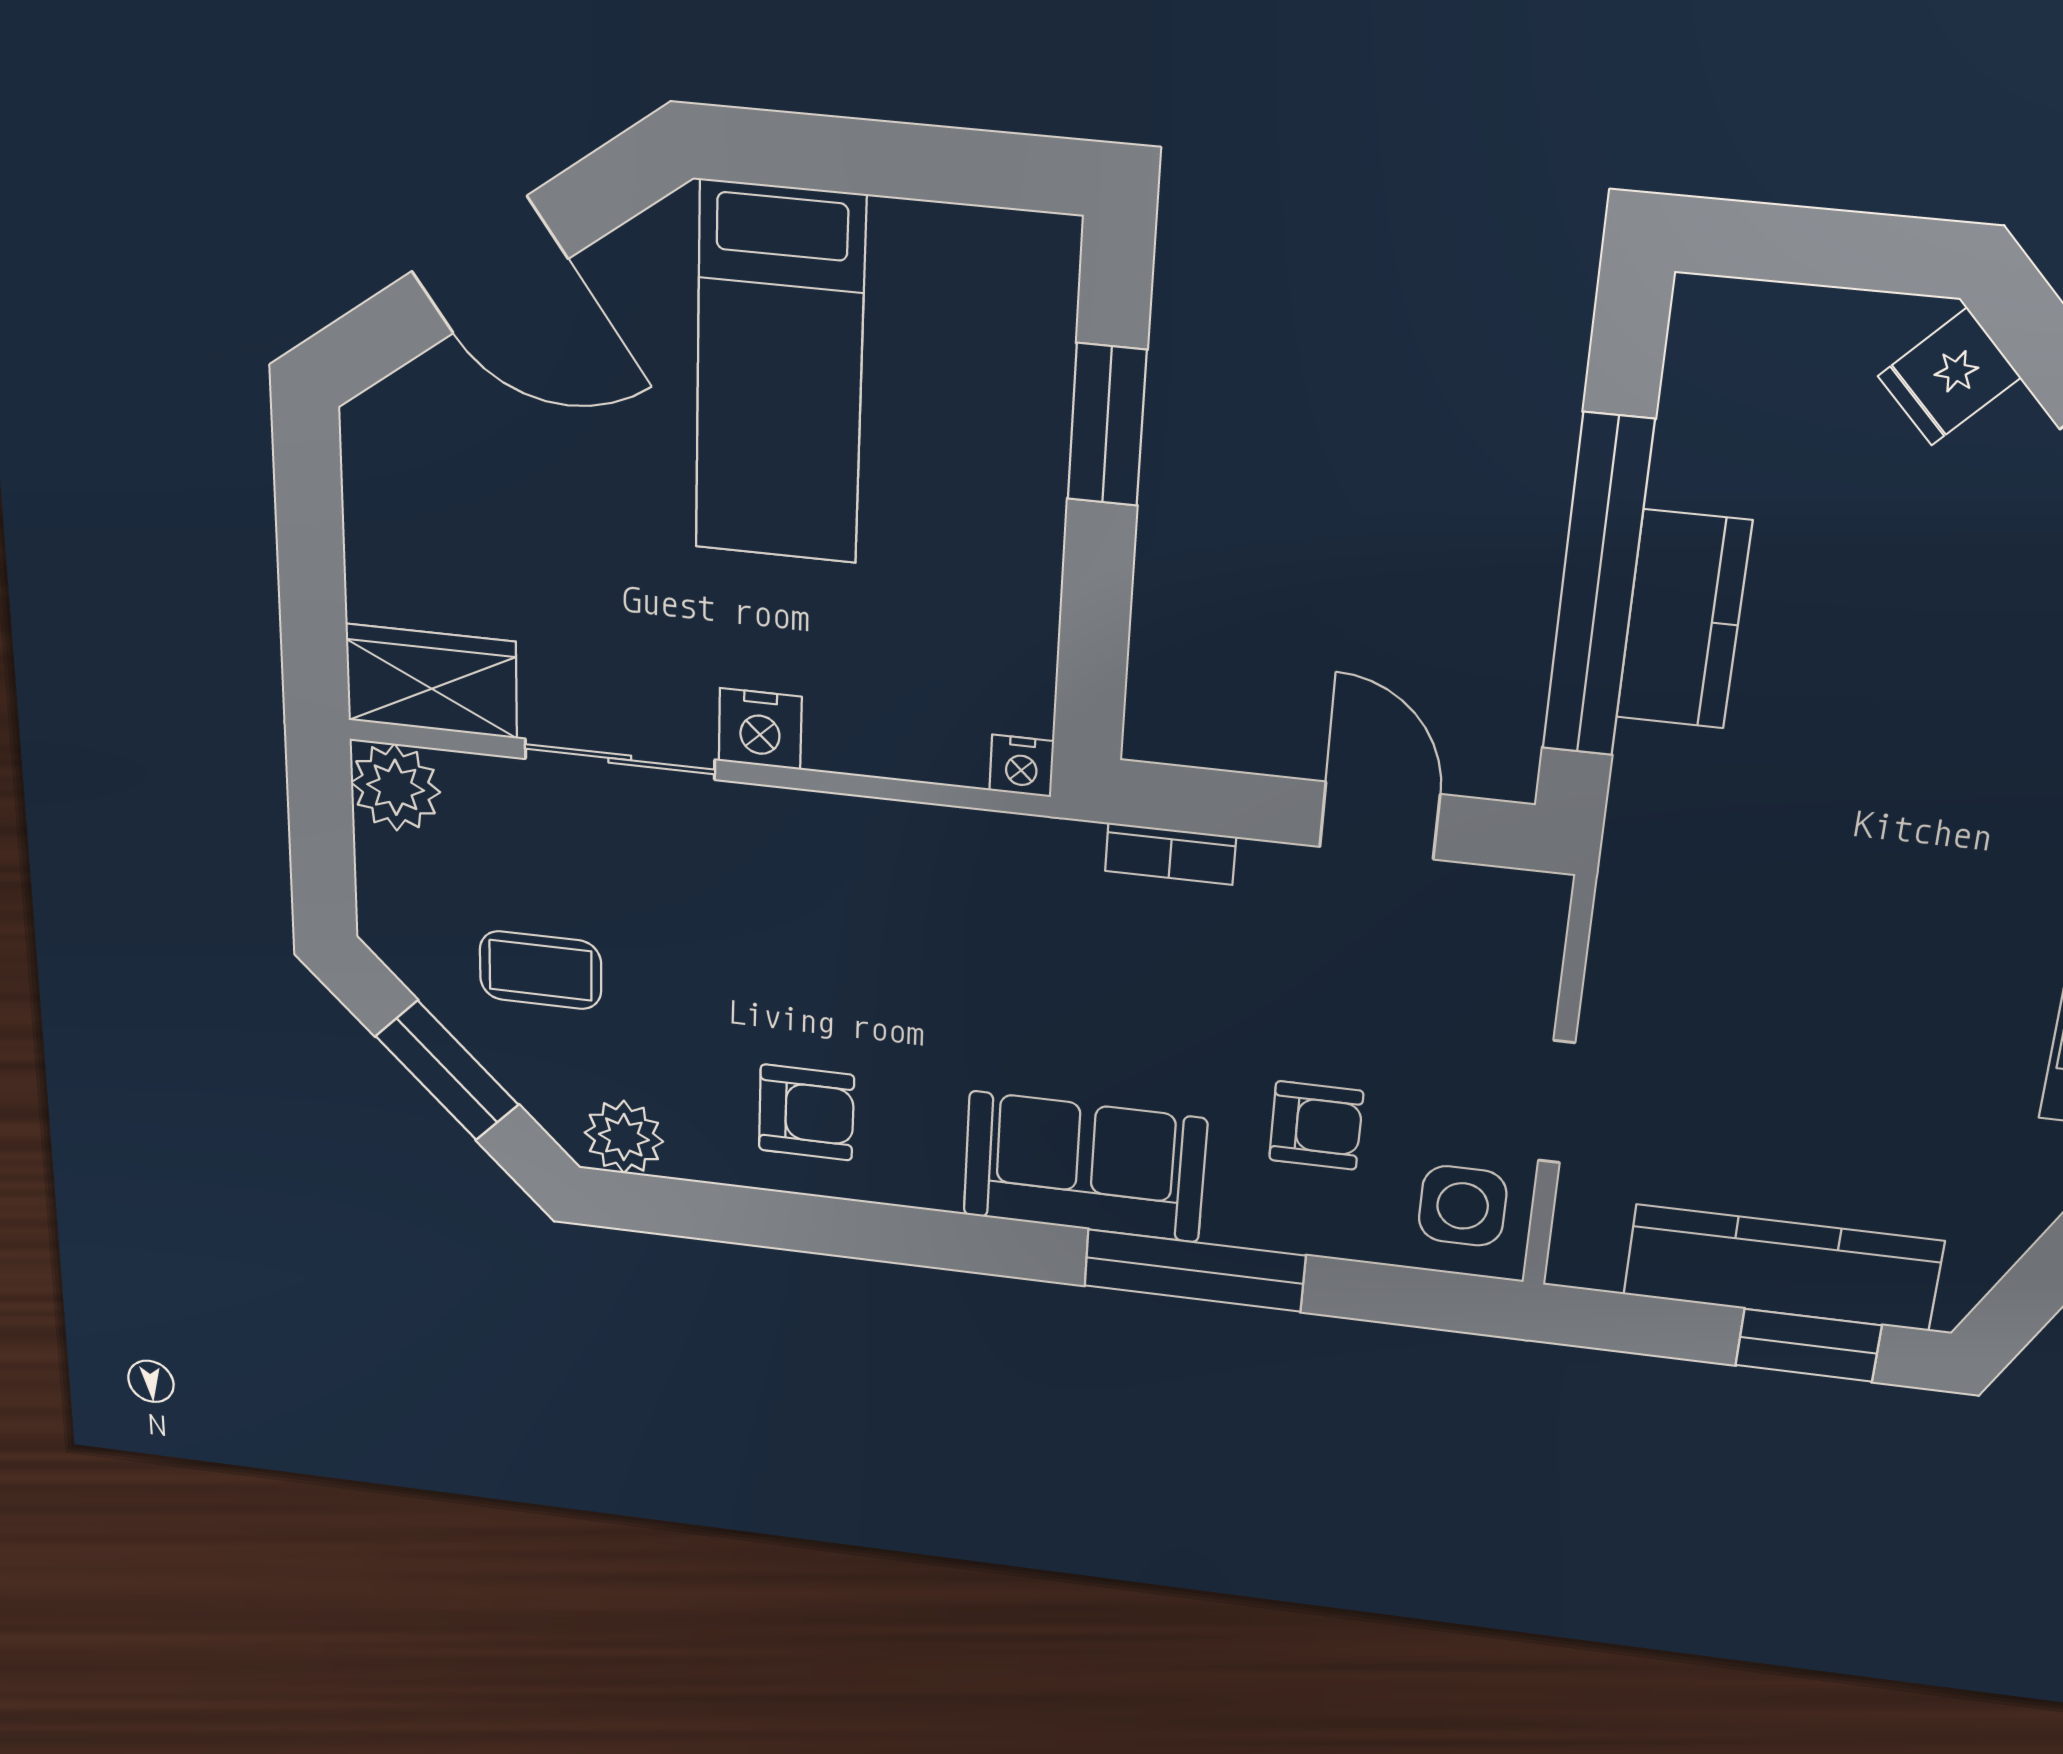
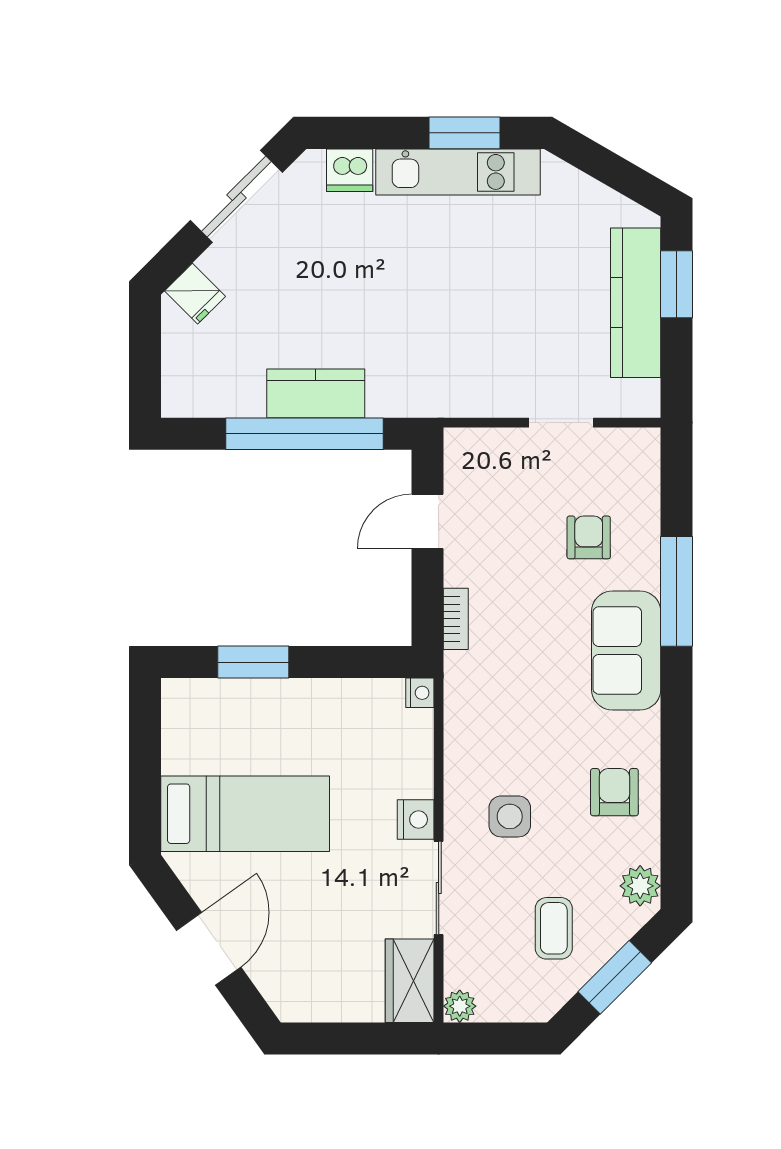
plant: (396, 787) -> (460, 1006), width x0.73, depth x0.73
side table: (1463, 1206) -> (510, 816), moved

